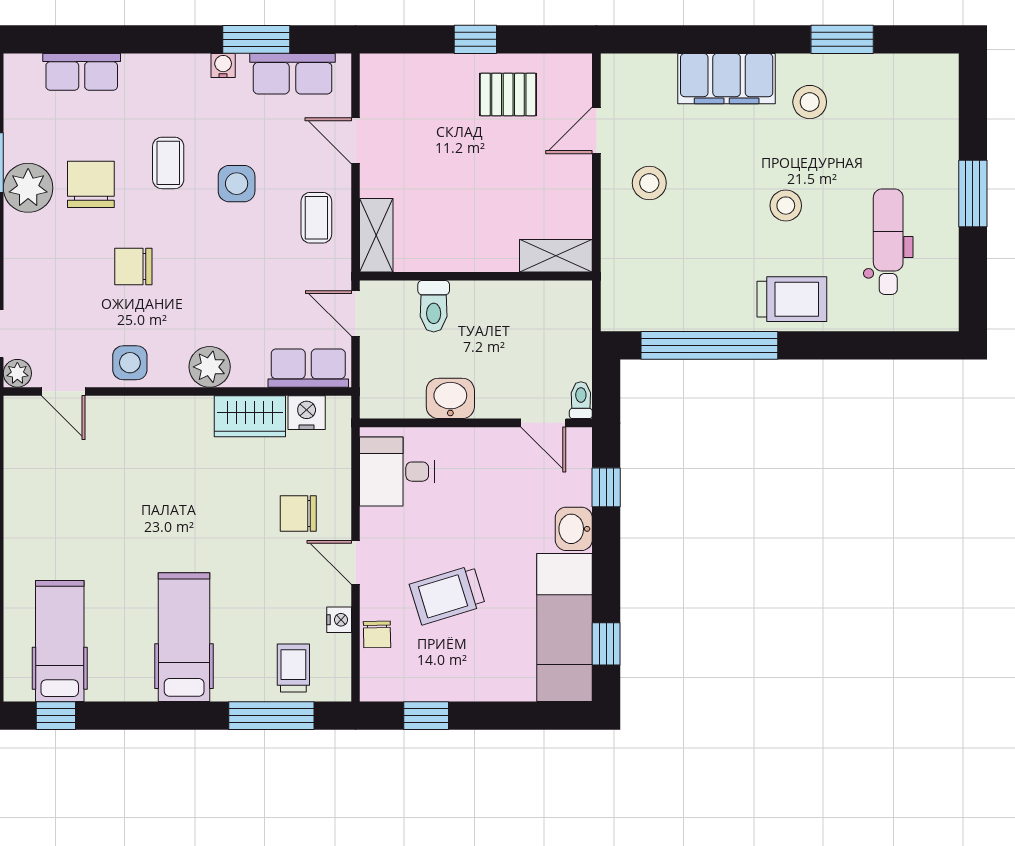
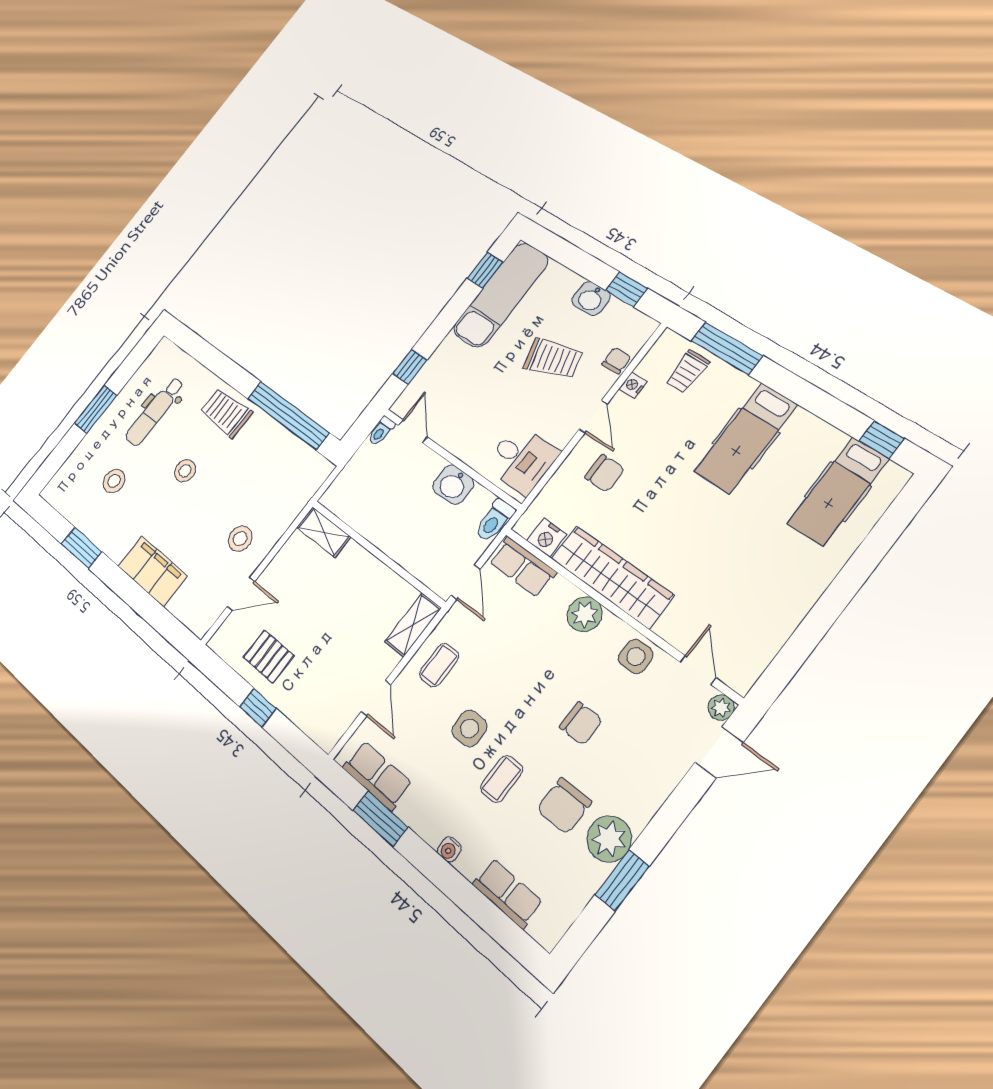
water cooler: (223, 65) -> (449, 849), moved
stool: (810, 102) -> (114, 481), moved
toilet: (434, 306) -> (495, 520), moved, turned 180
wardrobe: (250, 416) -> (612, 577), width x2.10, depth x1.17
washbasin: (574, 529) -> (591, 299), moved, turned 90

